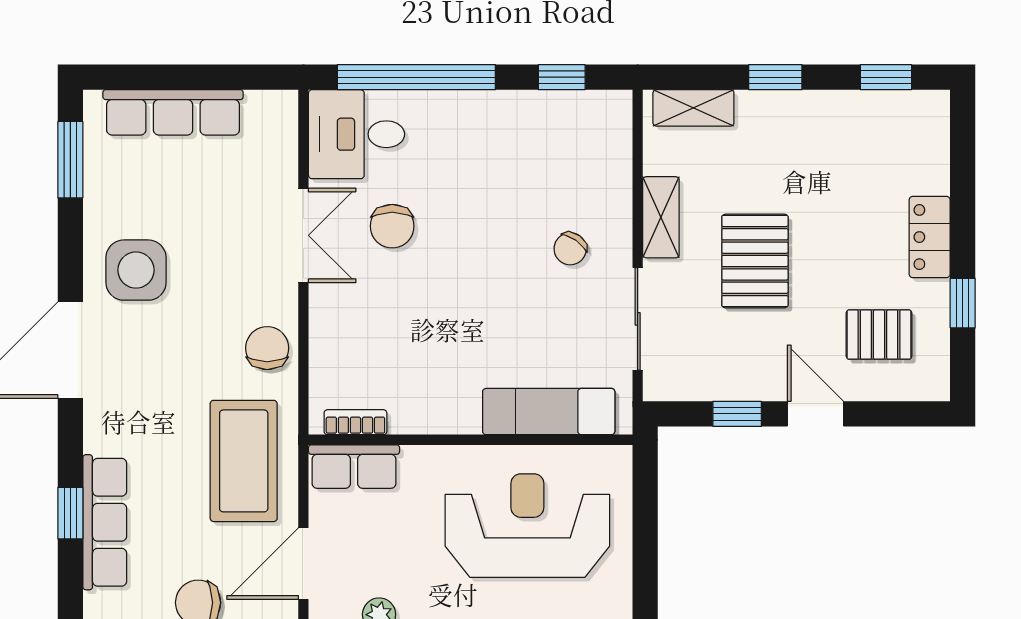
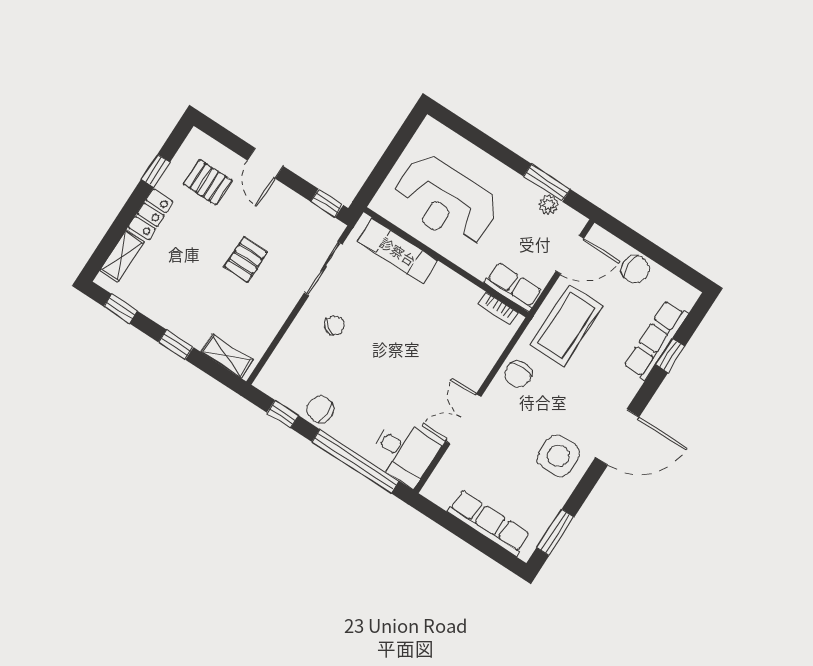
shelving: (661, 217) -> (122, 256), moved
chair: (392, 226) -> (320, 409), moved, turned -90
pallet: (755, 261) -> (246, 259), width x0.67, depth x0.71
window: (737, 414) -> (327, 203), moved

